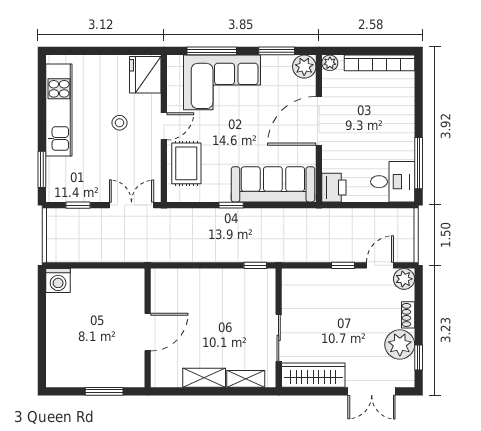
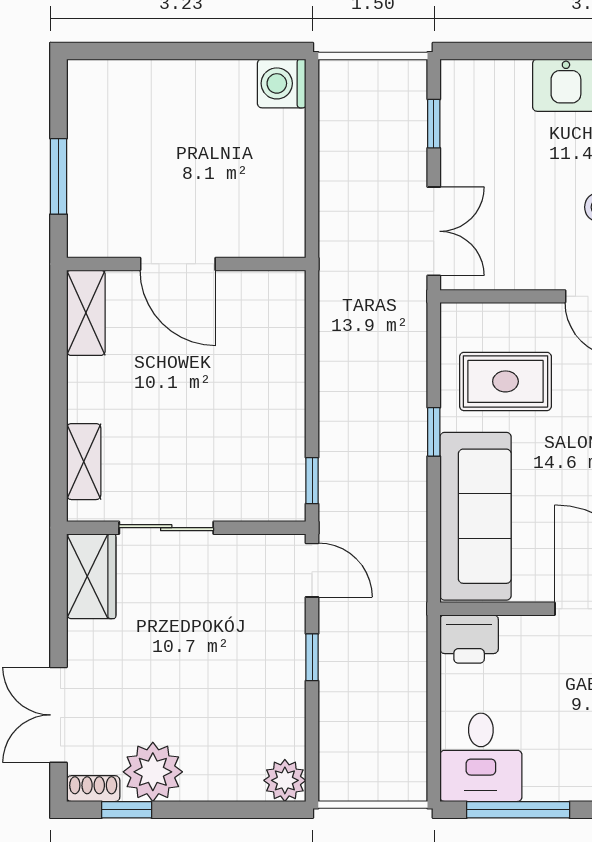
rug: (186, 163) -> (505, 381), moved
window: (42, 169) -> (505, 51), removed
door: (380, 265) -> (312, 570), moved
shoe rack: (408, 315) -> (93, 789), moved
wardrobe: (313, 375) -> (91, 576), width x0.67
shelving: (204, 378) -> (86, 313), moved

